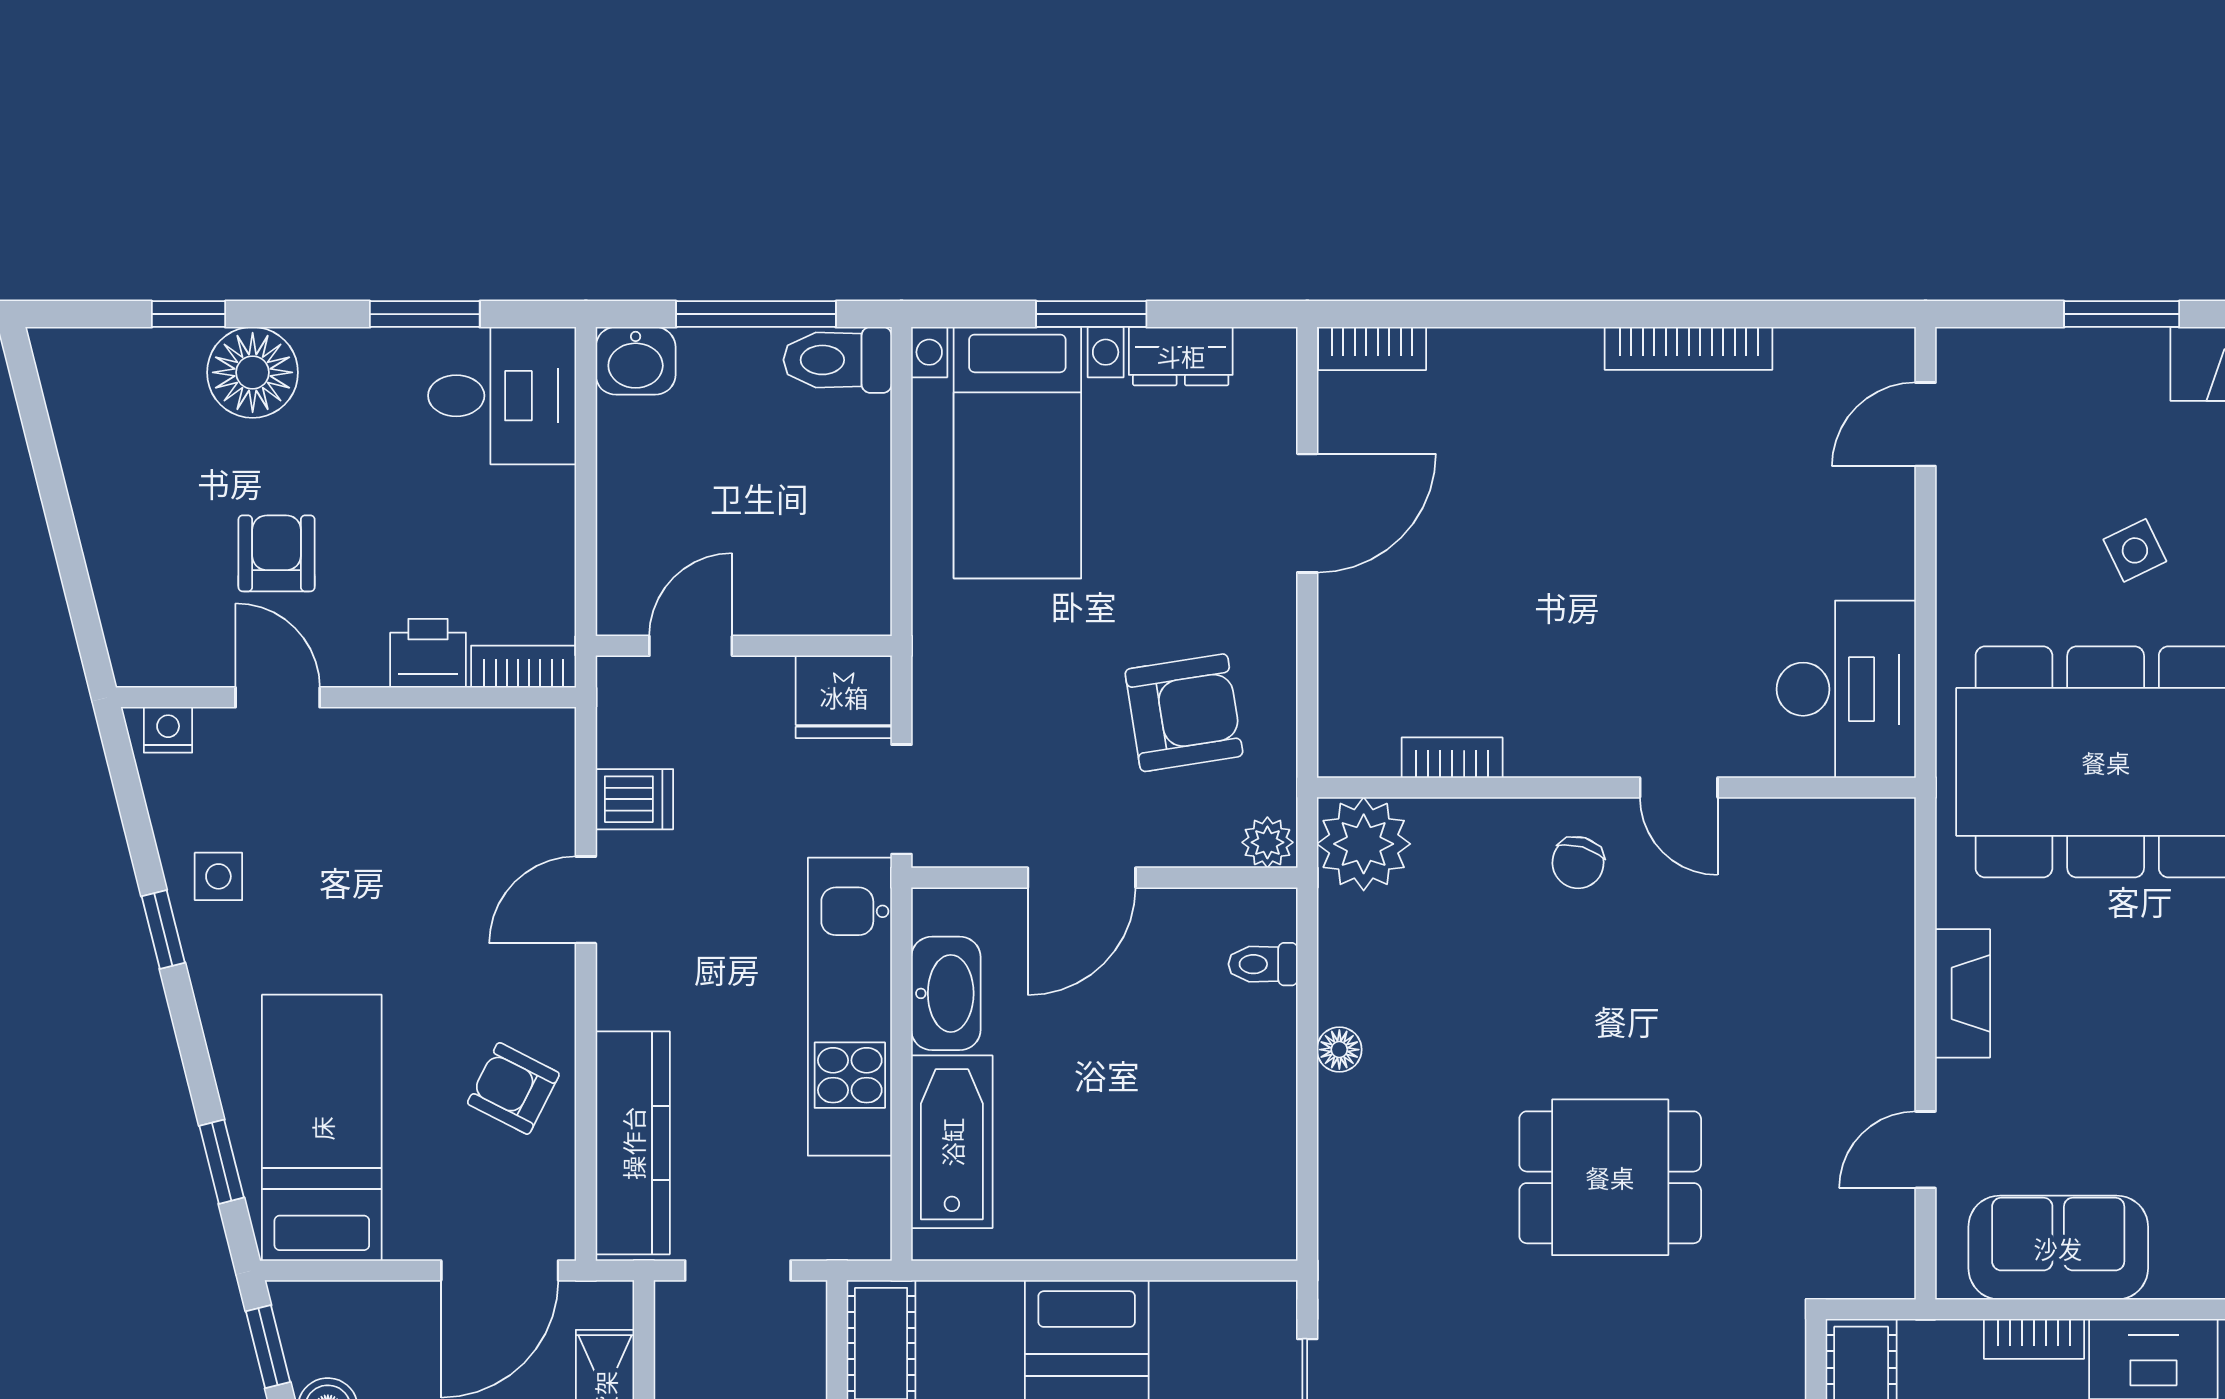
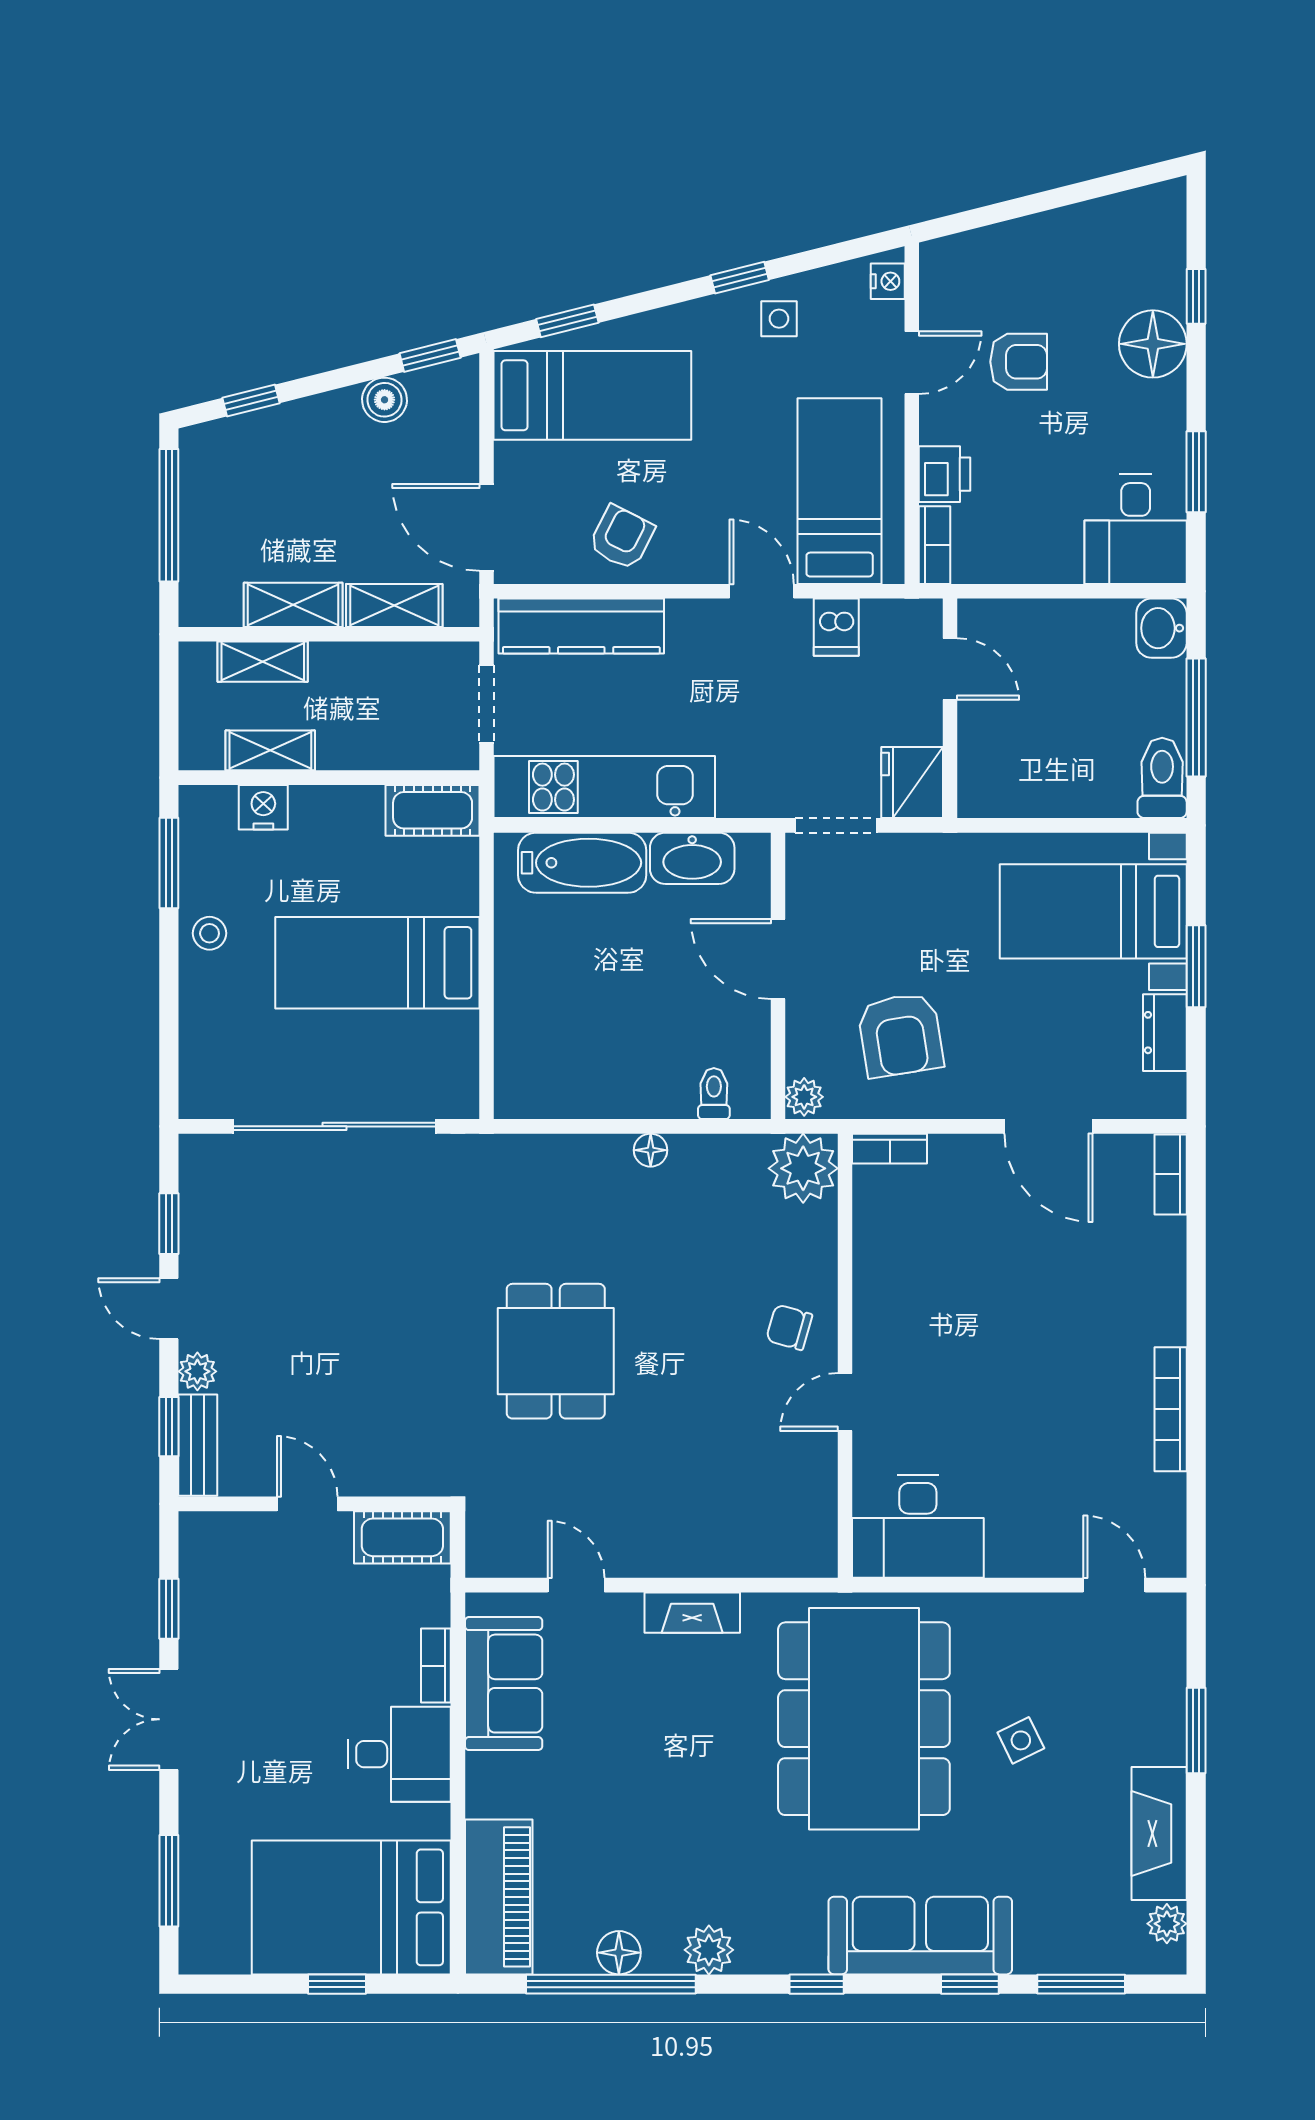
bookcase: (1452, 758) -> (890, 1149), moved, turned 90
bed: (451, 795) -> (840, 491), added
kitchen unit: (850, 1007) -> (604, 787), moved

